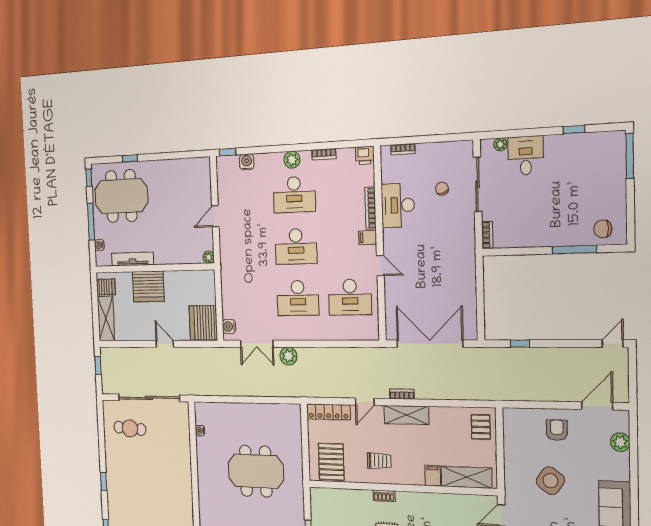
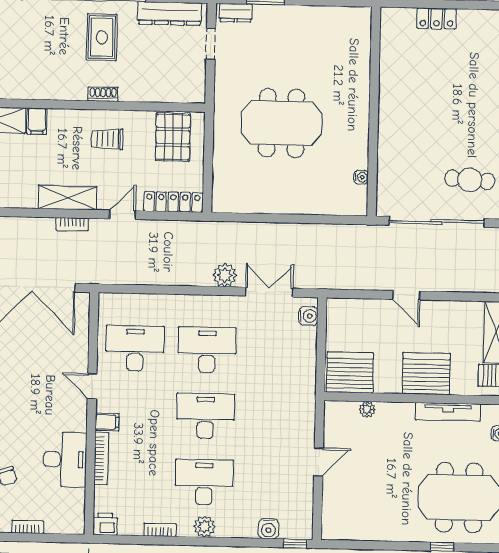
bookcase: (403, 149) -> (27, 527), moved
plant: (209, 257) -> (367, 409), moved
server rack: (203, 323) -> (350, 372), moved, turned -90

